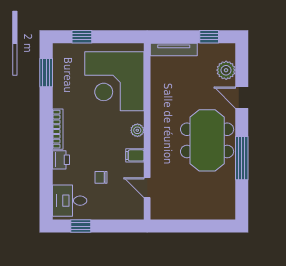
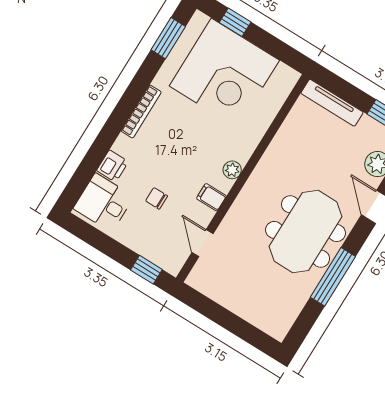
corner desk: (114, 81) -> (224, 73), moved, turned -90
printer: (61, 160) -> (112, 166), moved
window: (81, 226) -> (146, 270), moved

